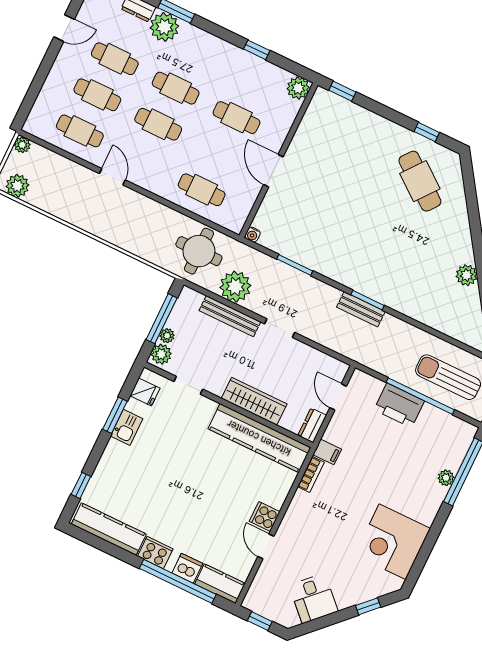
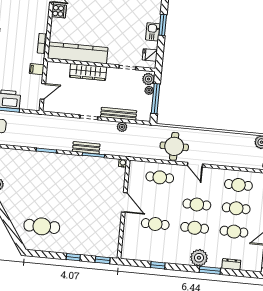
plant: (164, 27) -> (199, 258), moved
plant: (298, 88) -> (127, 253), removed
window: (427, 132) -> (73, 257), moved
door: (112, 177) -> (195, 165), moved
cafe table: (420, 181) -> (42, 226), turned -38
round table: (199, 251) -> (174, 146), moved
plant: (235, 287) -> (122, 127), width x0.53, depth x0.53
bench: (361, 309) -> (86, 148), moved
door: (338, 397) -> (43, 91), hinge flipped
window: (115, 415) -> (163, 25), moved
dresser: (312, 425) -> (51, 71), removed
filing cabinet: (327, 452) -> (37, 69), moved

